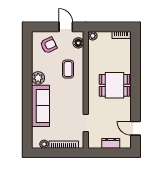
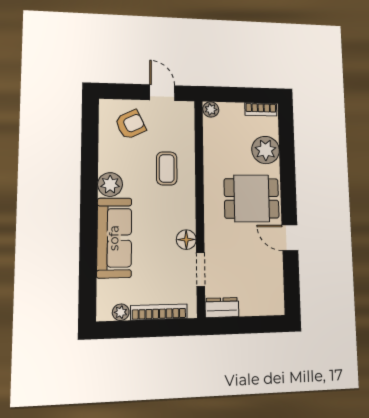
floor lamp: (78, 43) -> (186, 240), moved
plant: (123, 58) -> (266, 150), added
door: (135, 128) -> (290, 238), moved
dresser: (111, 143) -> (222, 308), moved

